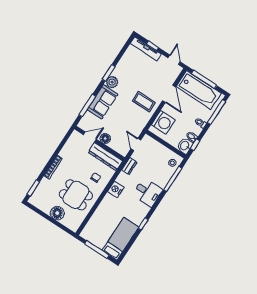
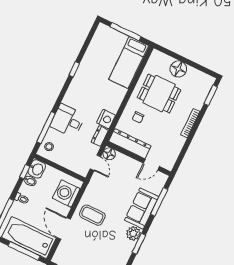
floor lamp: (105, 139) -> (109, 154), moved
nightstand: (116, 189) -> (106, 119), moved
desk: (148, 192) -> (68, 121), moved
bed: (120, 239) -> (129, 63), moved

